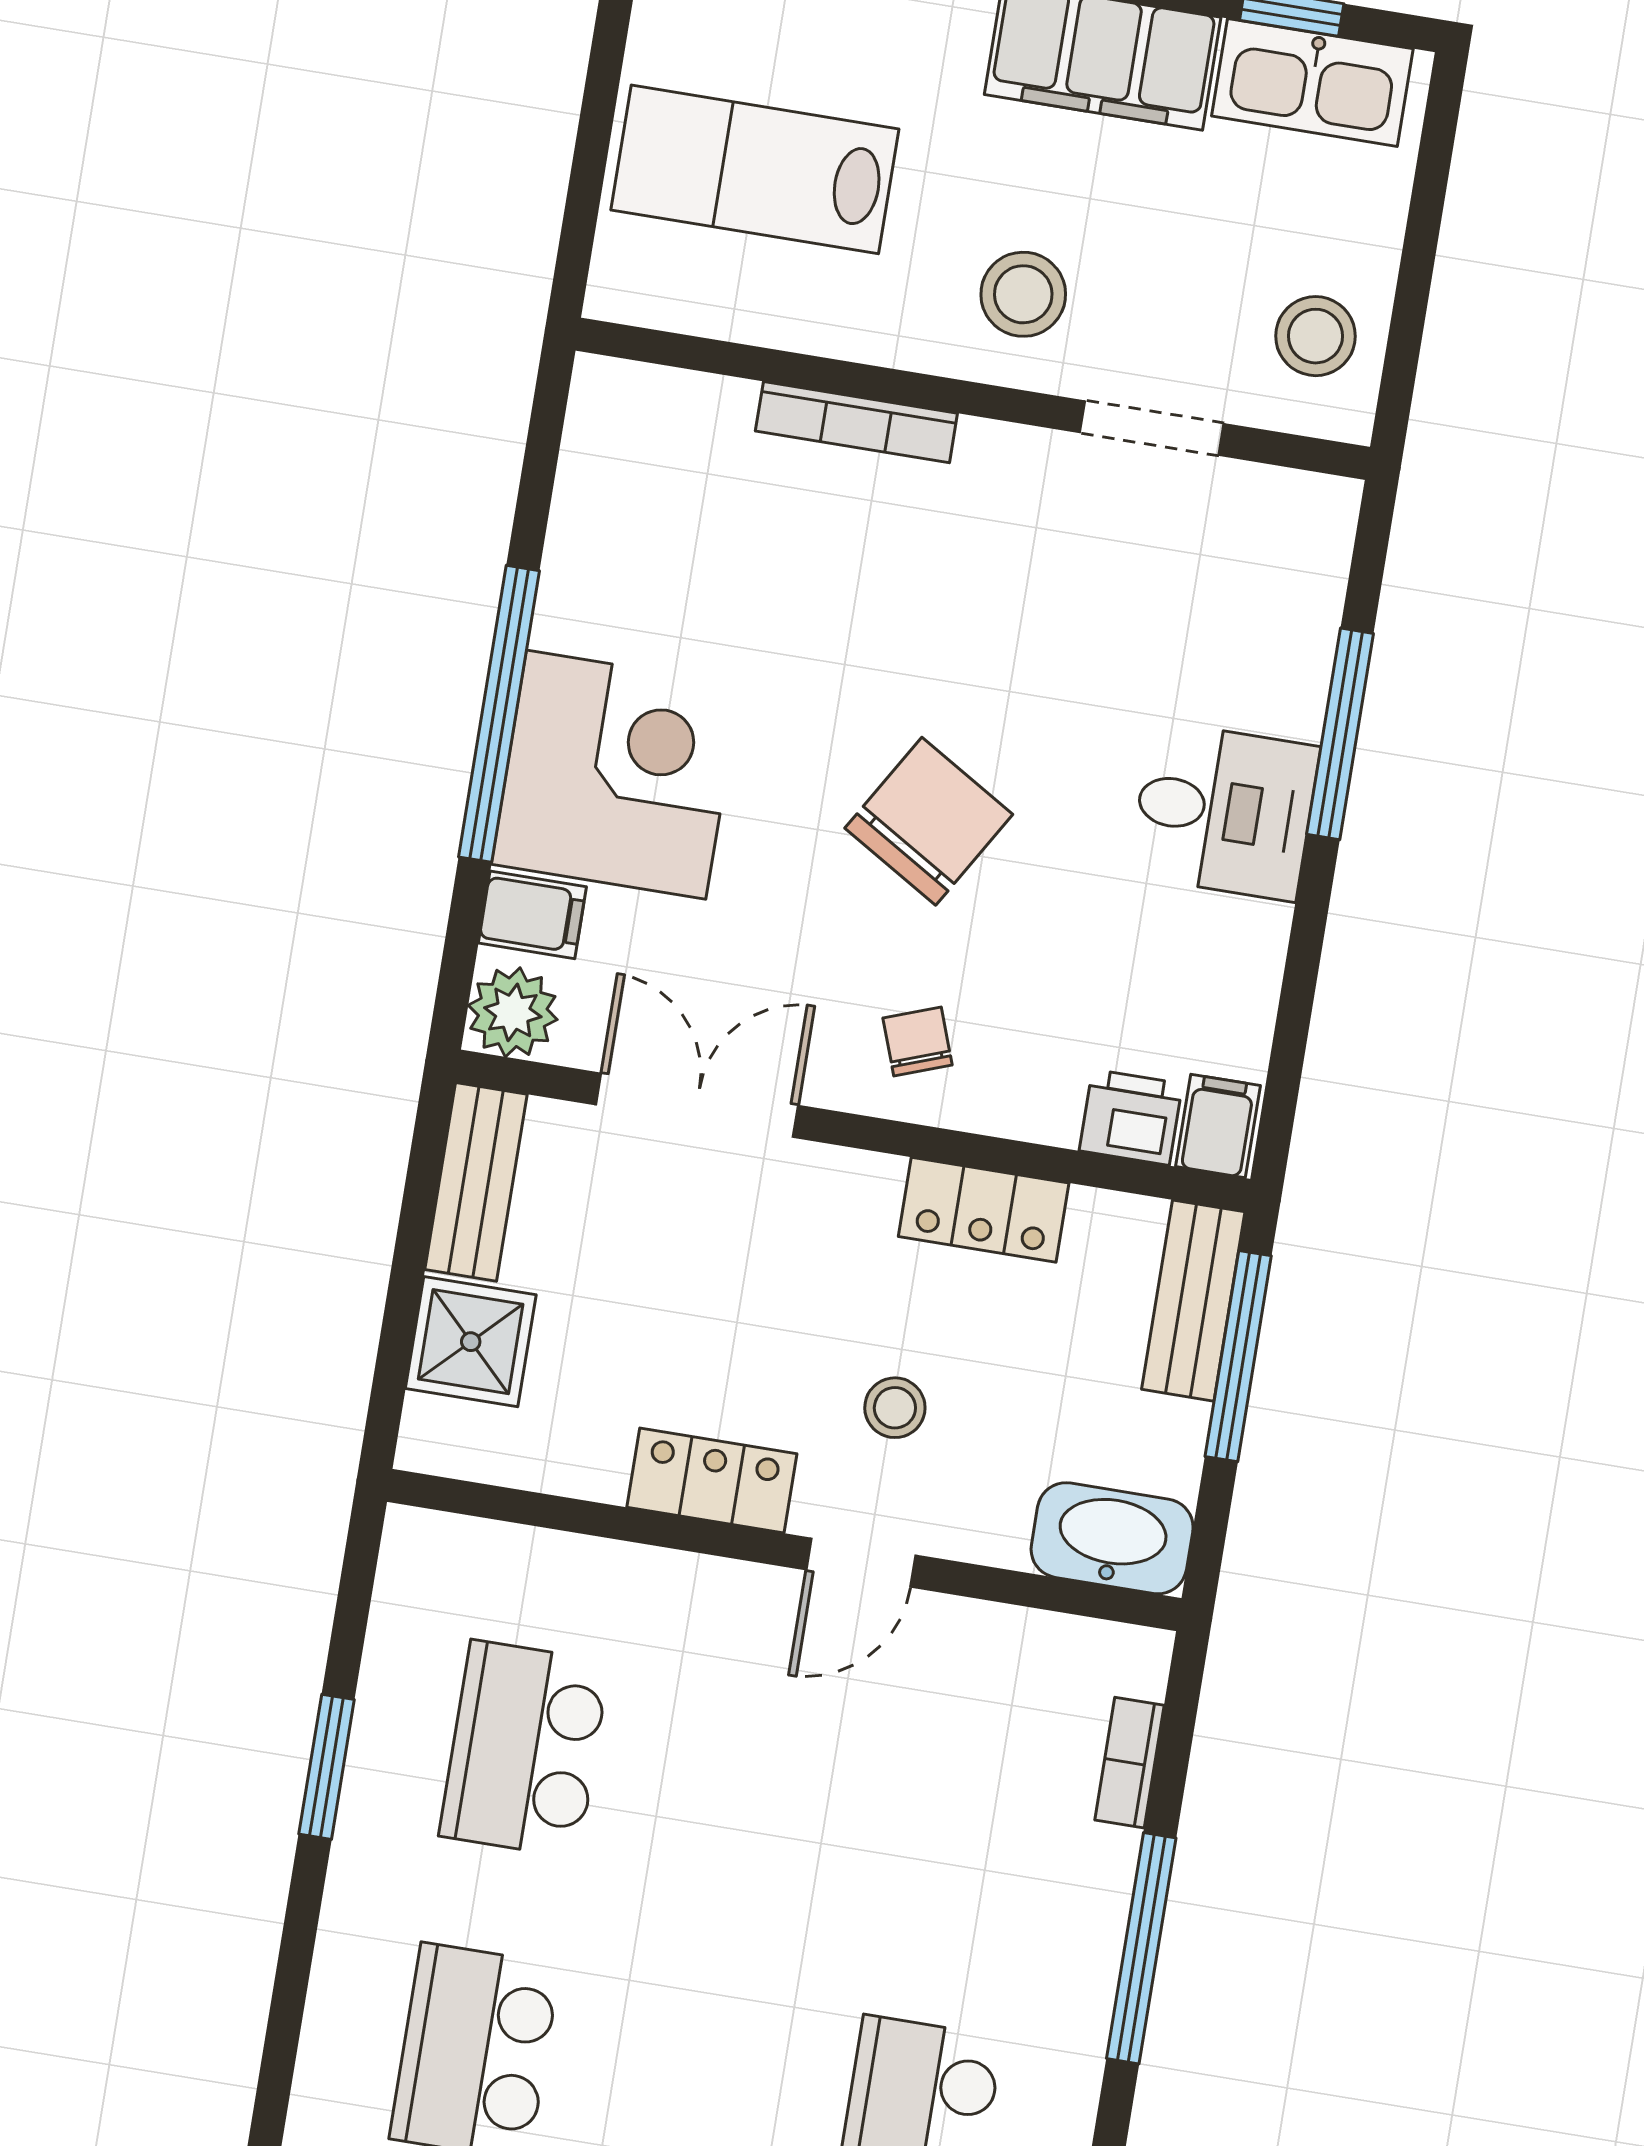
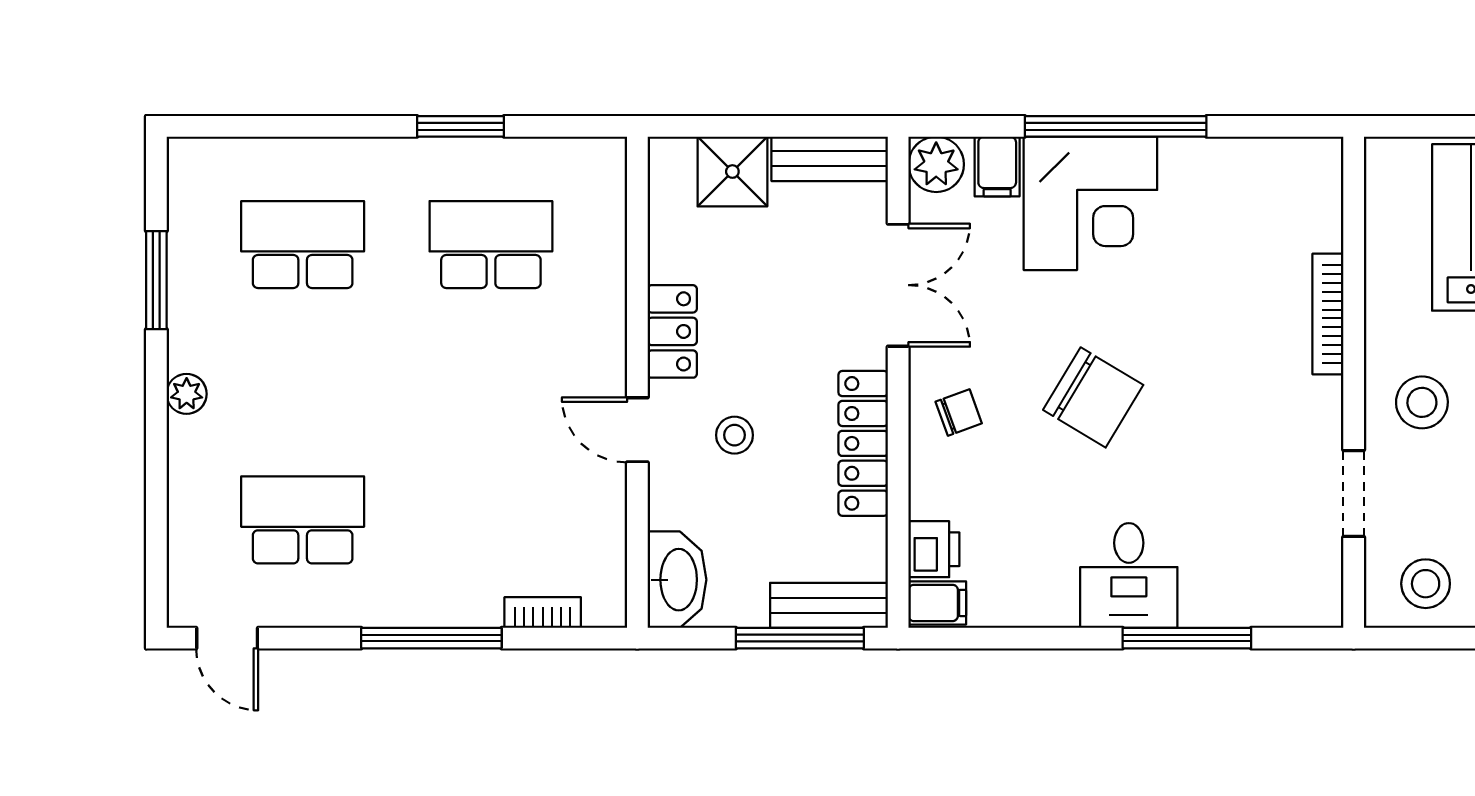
locker: (984, 1210) -> (863, 443), width x1.53

